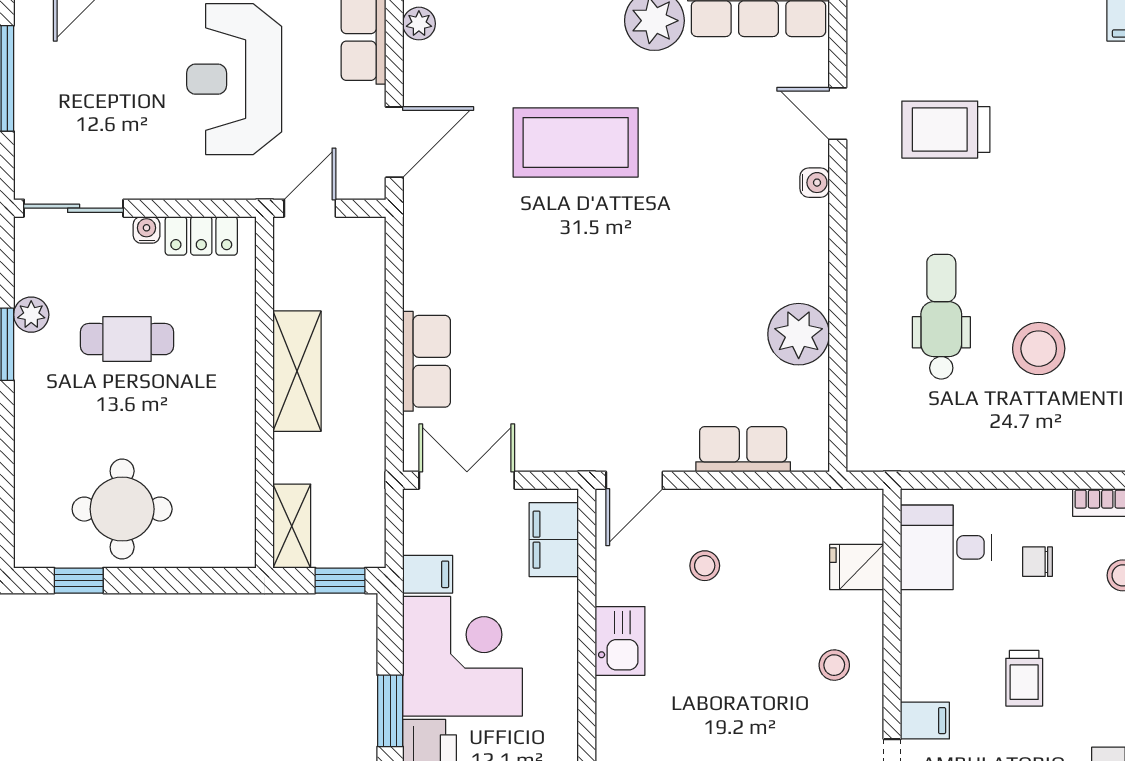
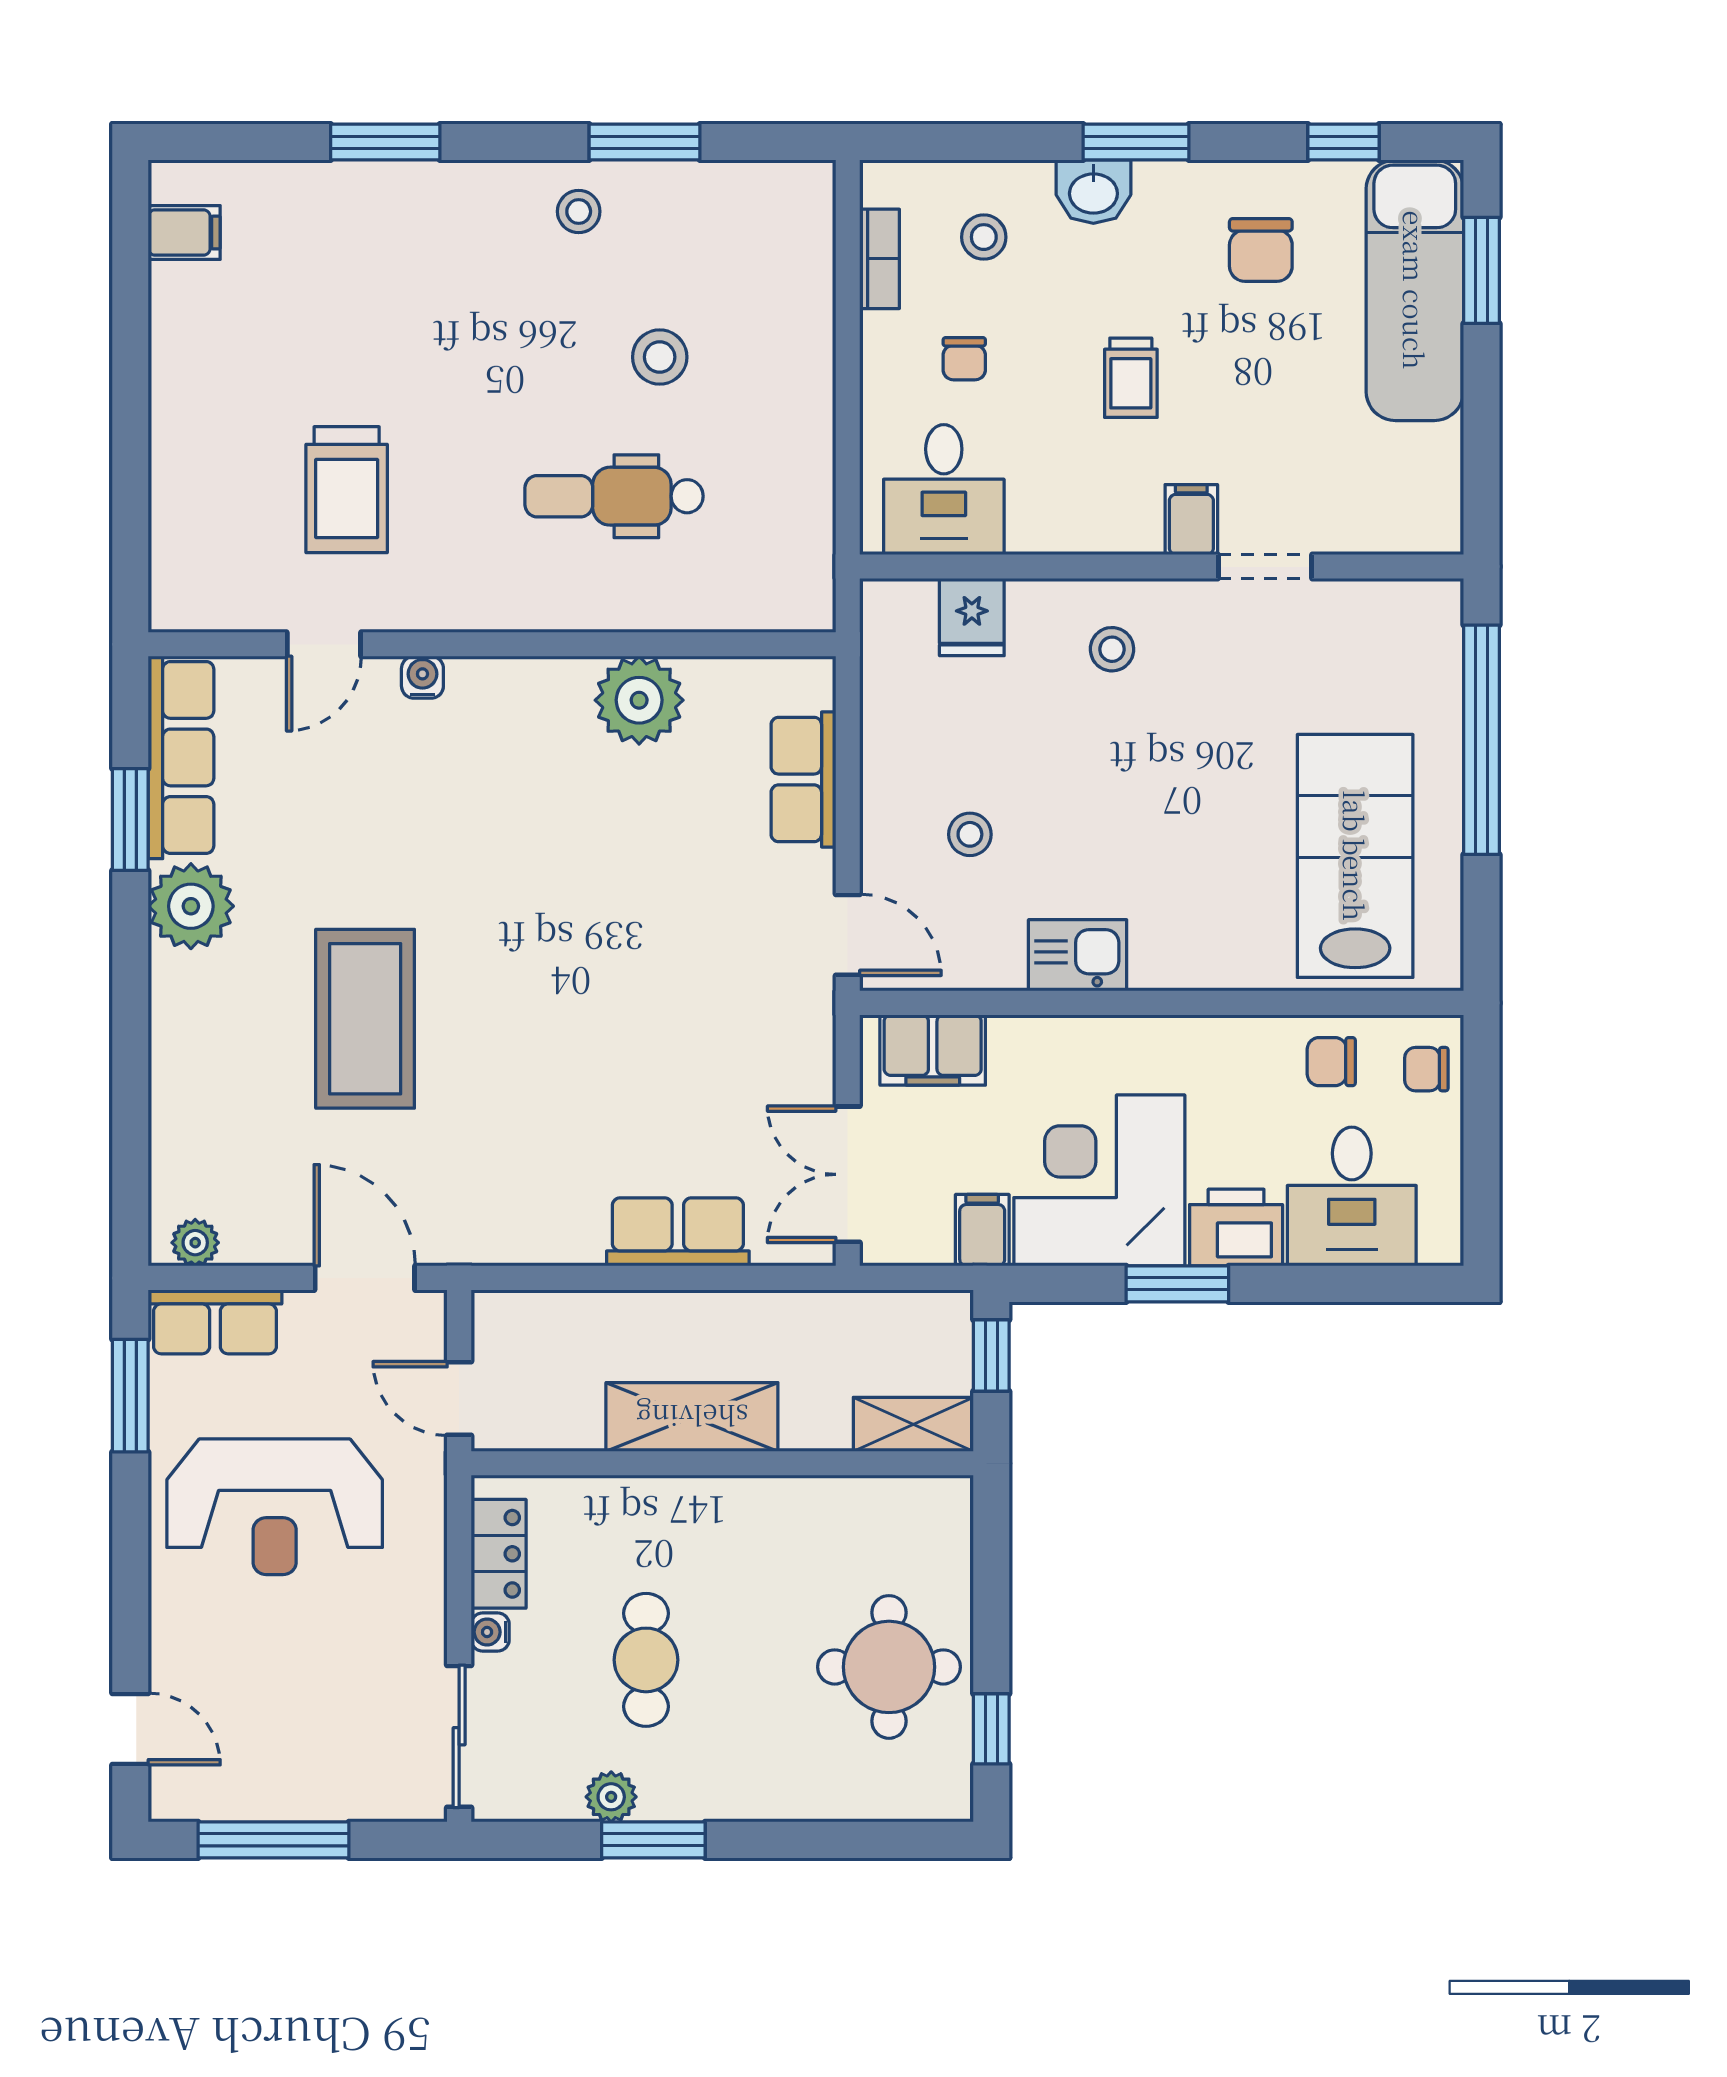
stool: (1039, 349) -> (660, 357), width x0.73, depth x0.73
trolley: (1024, 678) -> (1131, 378), turned 90

